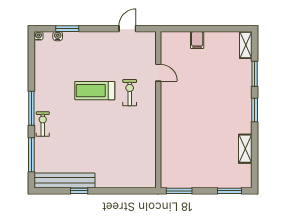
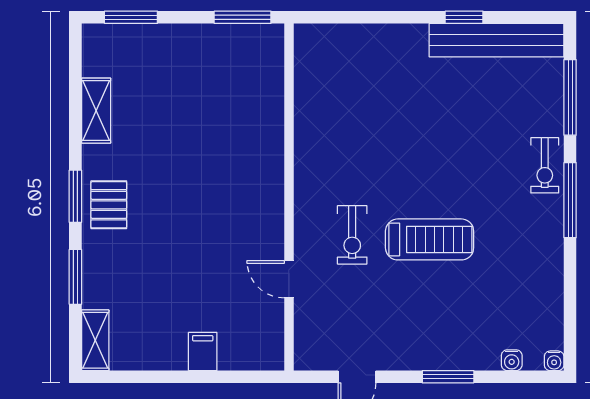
window: (67, 29) -> (448, 377), moved
pallet: (240, 106) -> (109, 205), added

